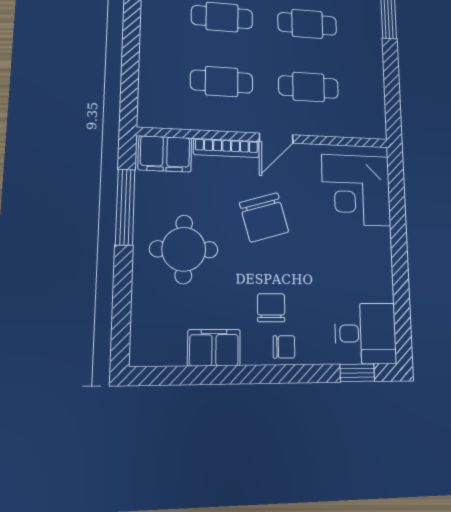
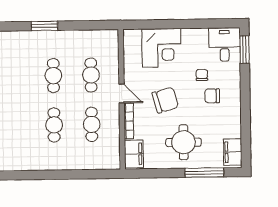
corner desk: (356, 190) -> (161, 48), moved
window: (125, 207) -> (204, 173), moved
chair: (284, 347) -> (202, 75), moved
filing cabinet: (214, 348) -> (233, 152), moved
window: (357, 373) -> (245, 50), width x1.50

